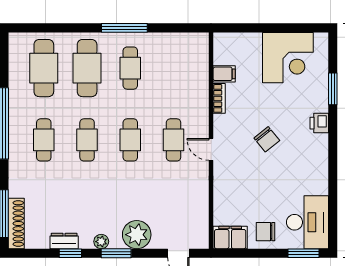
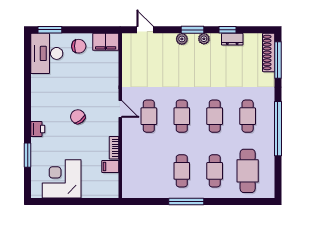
cafe table: (87, 68) -> (215, 171), width x0.73, depth x0.74
plant: (137, 235) -> (182, 39), width x0.53, depth x0.53

